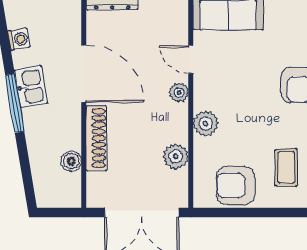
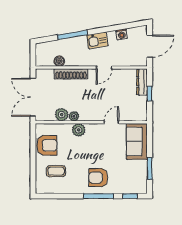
door: (84, 74) -> (104, 68), width x0.53
plant: (179, 93) -> (74, 116), moved
window: (15, 103) -> (73, 35), moved
armchair: (236, 185) -> (47, 145), turned 90

